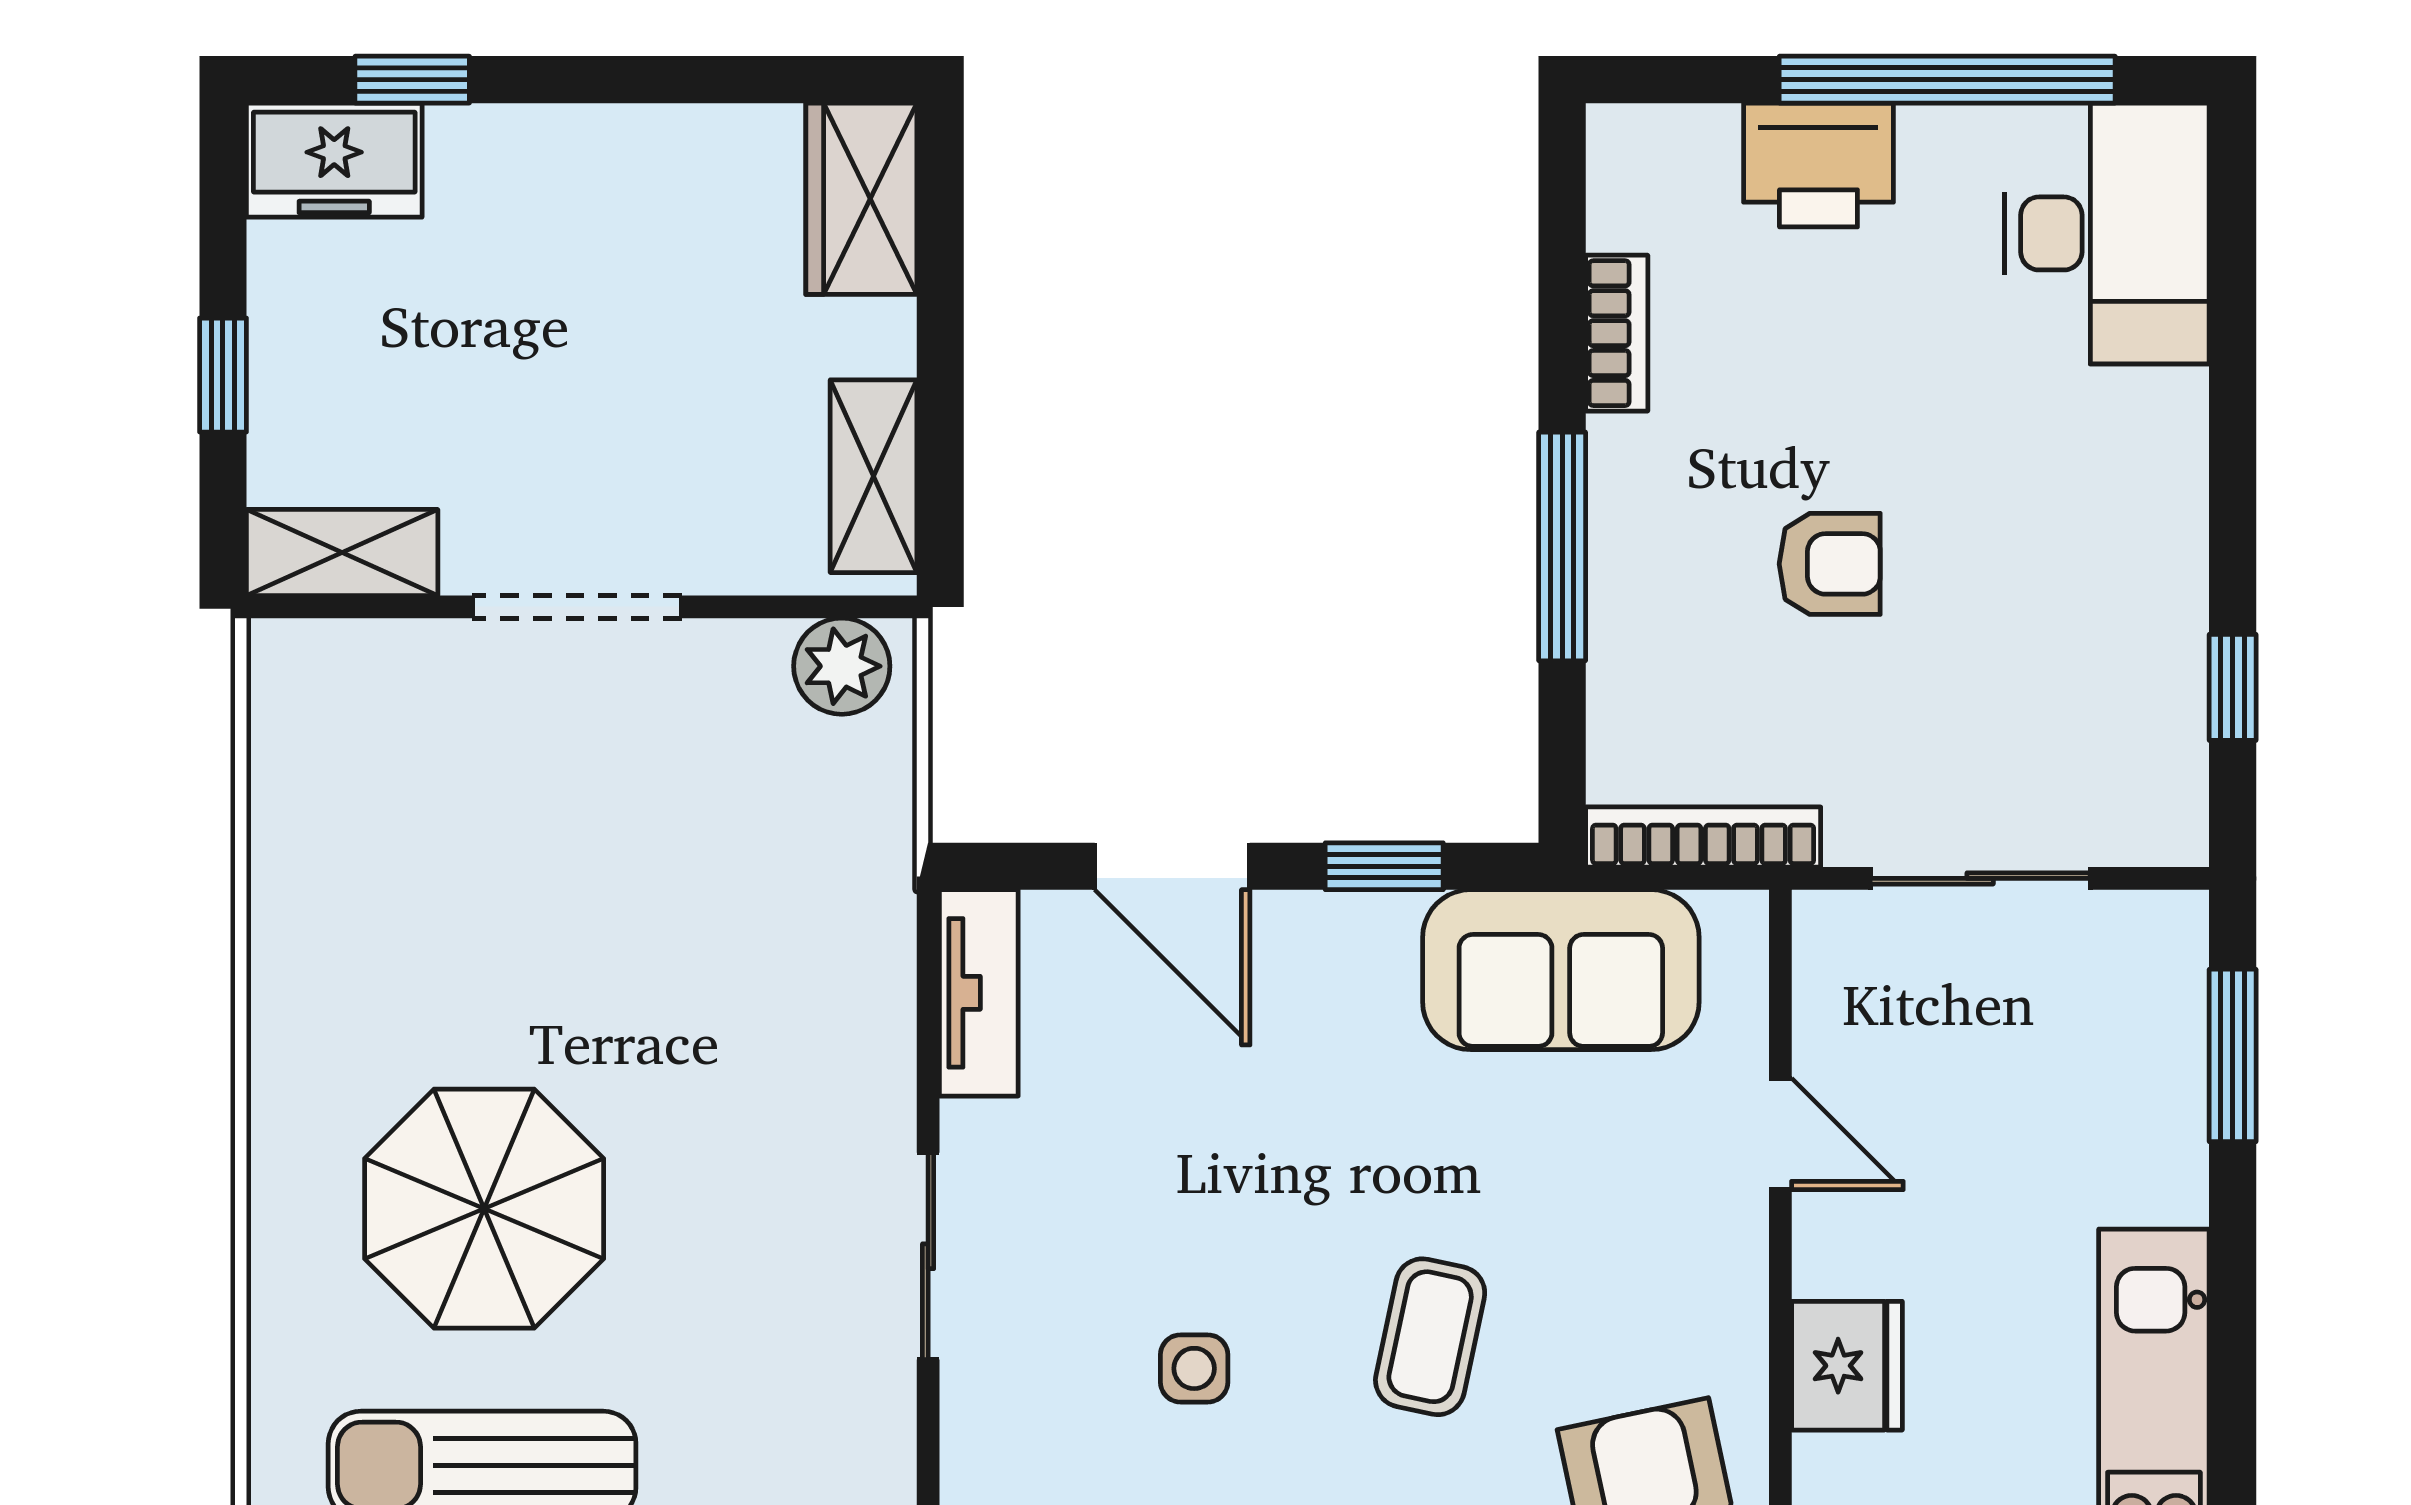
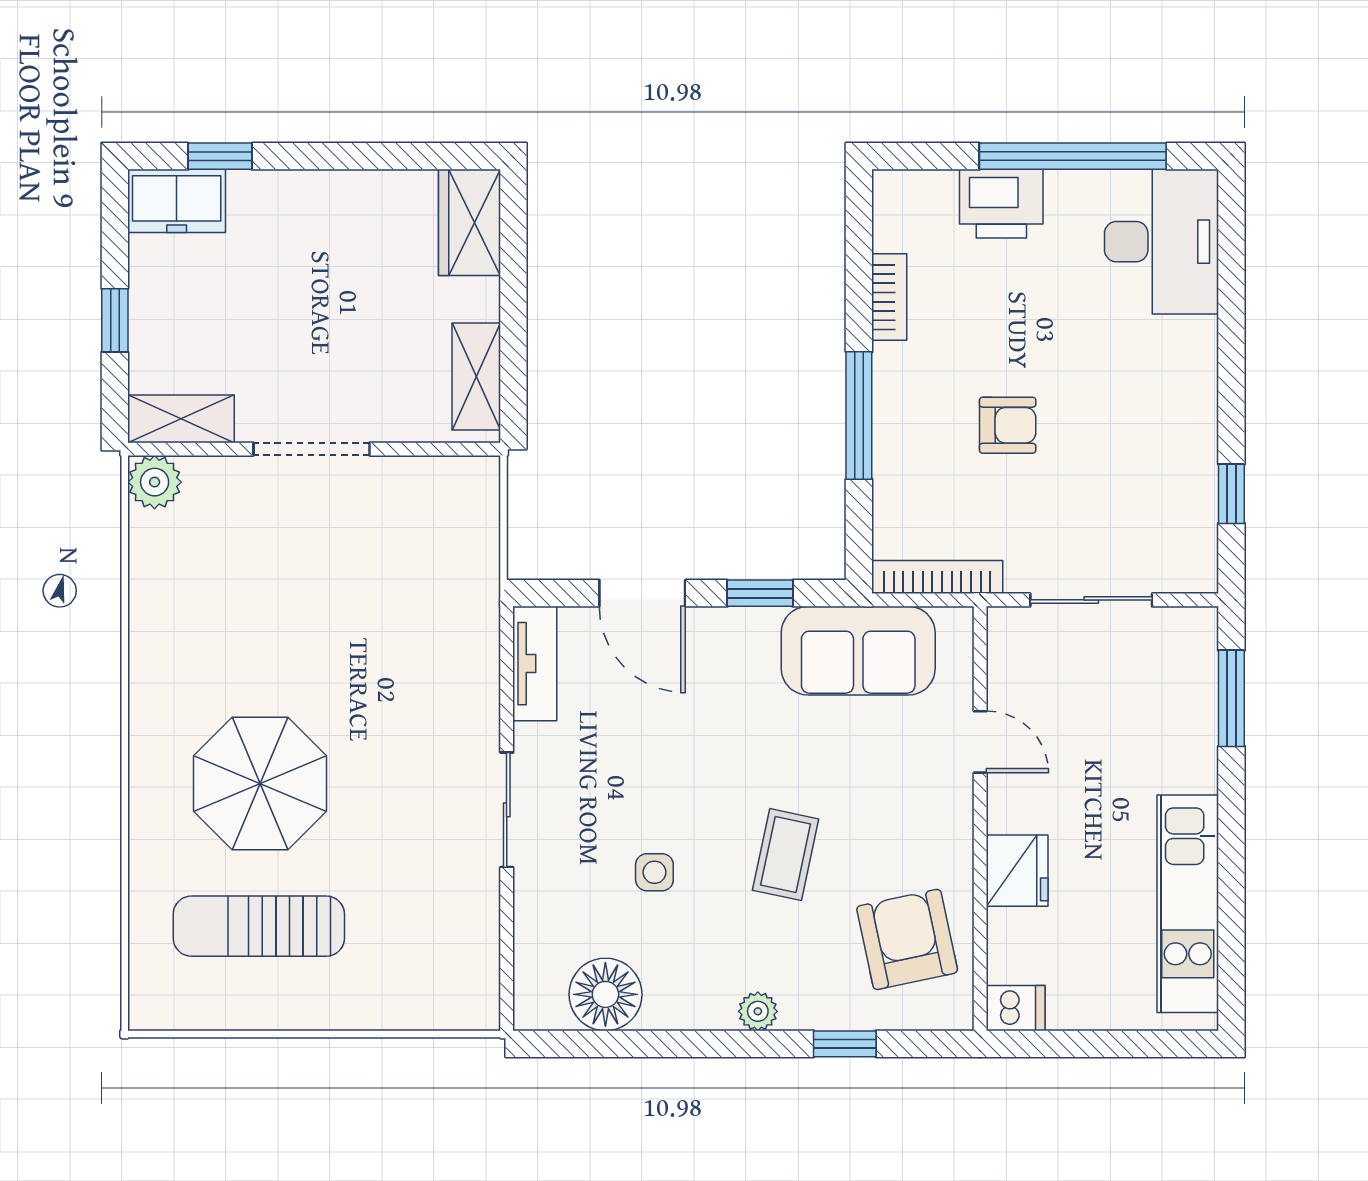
plant: (842, 666) -> (155, 482), moved

